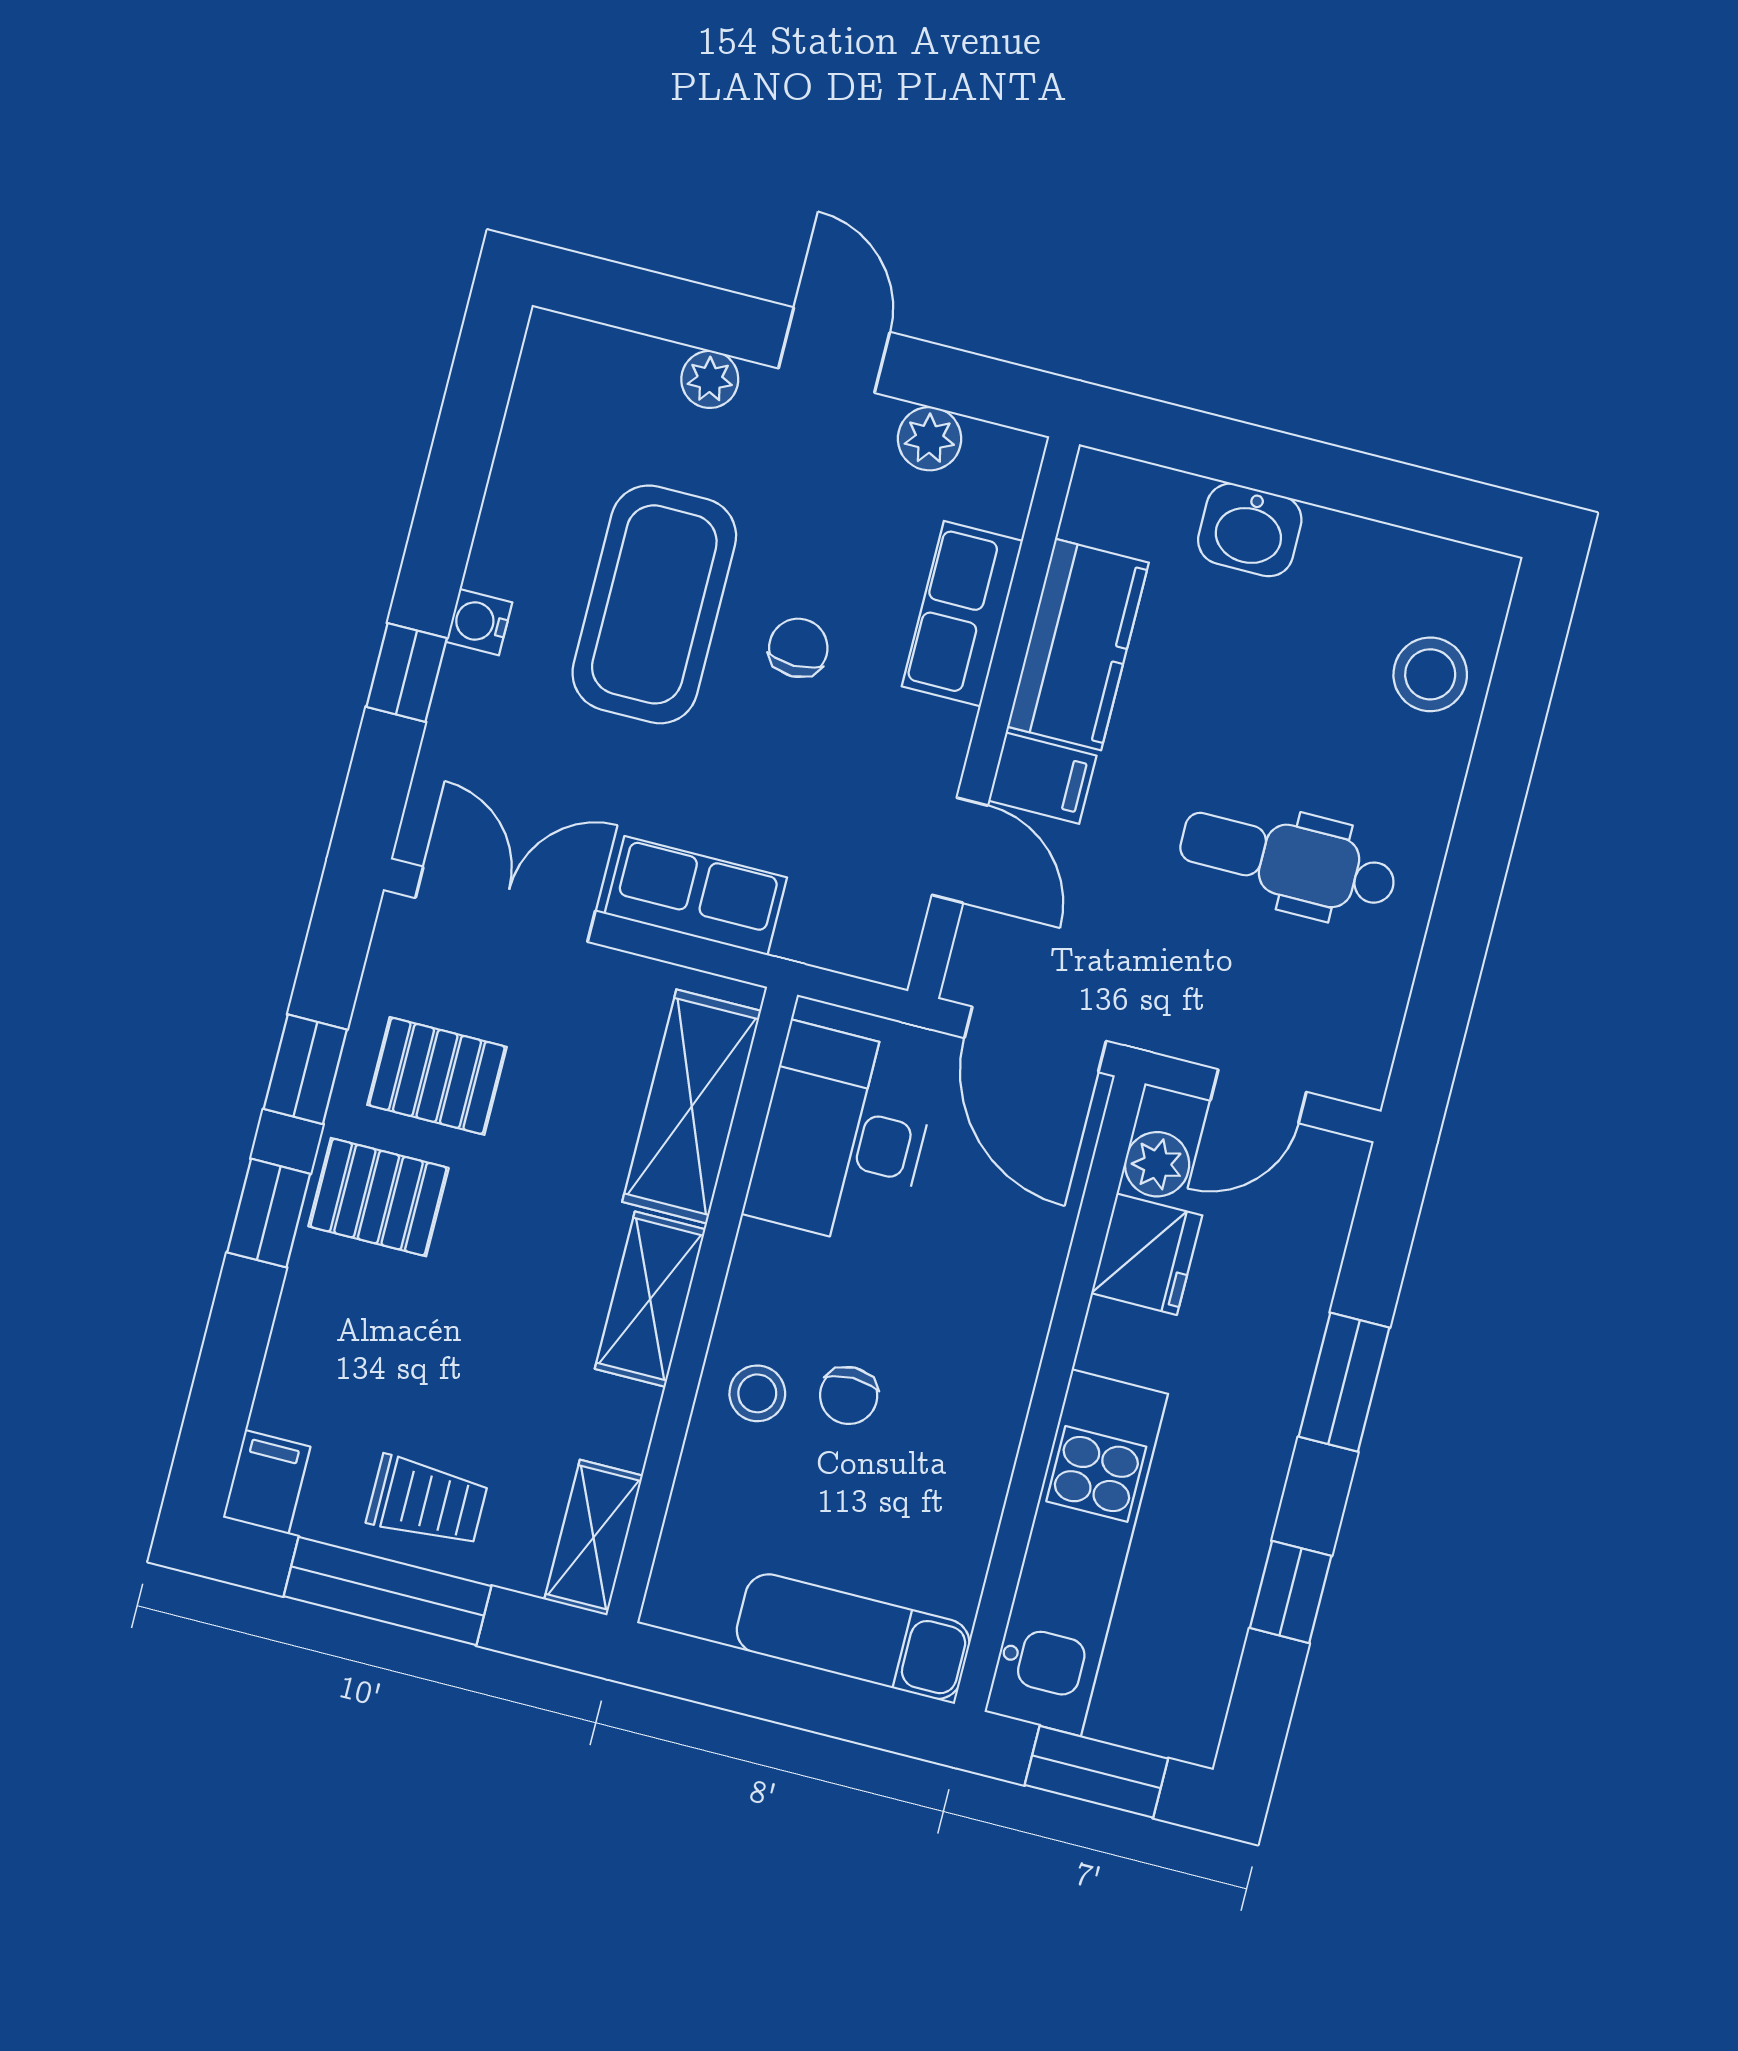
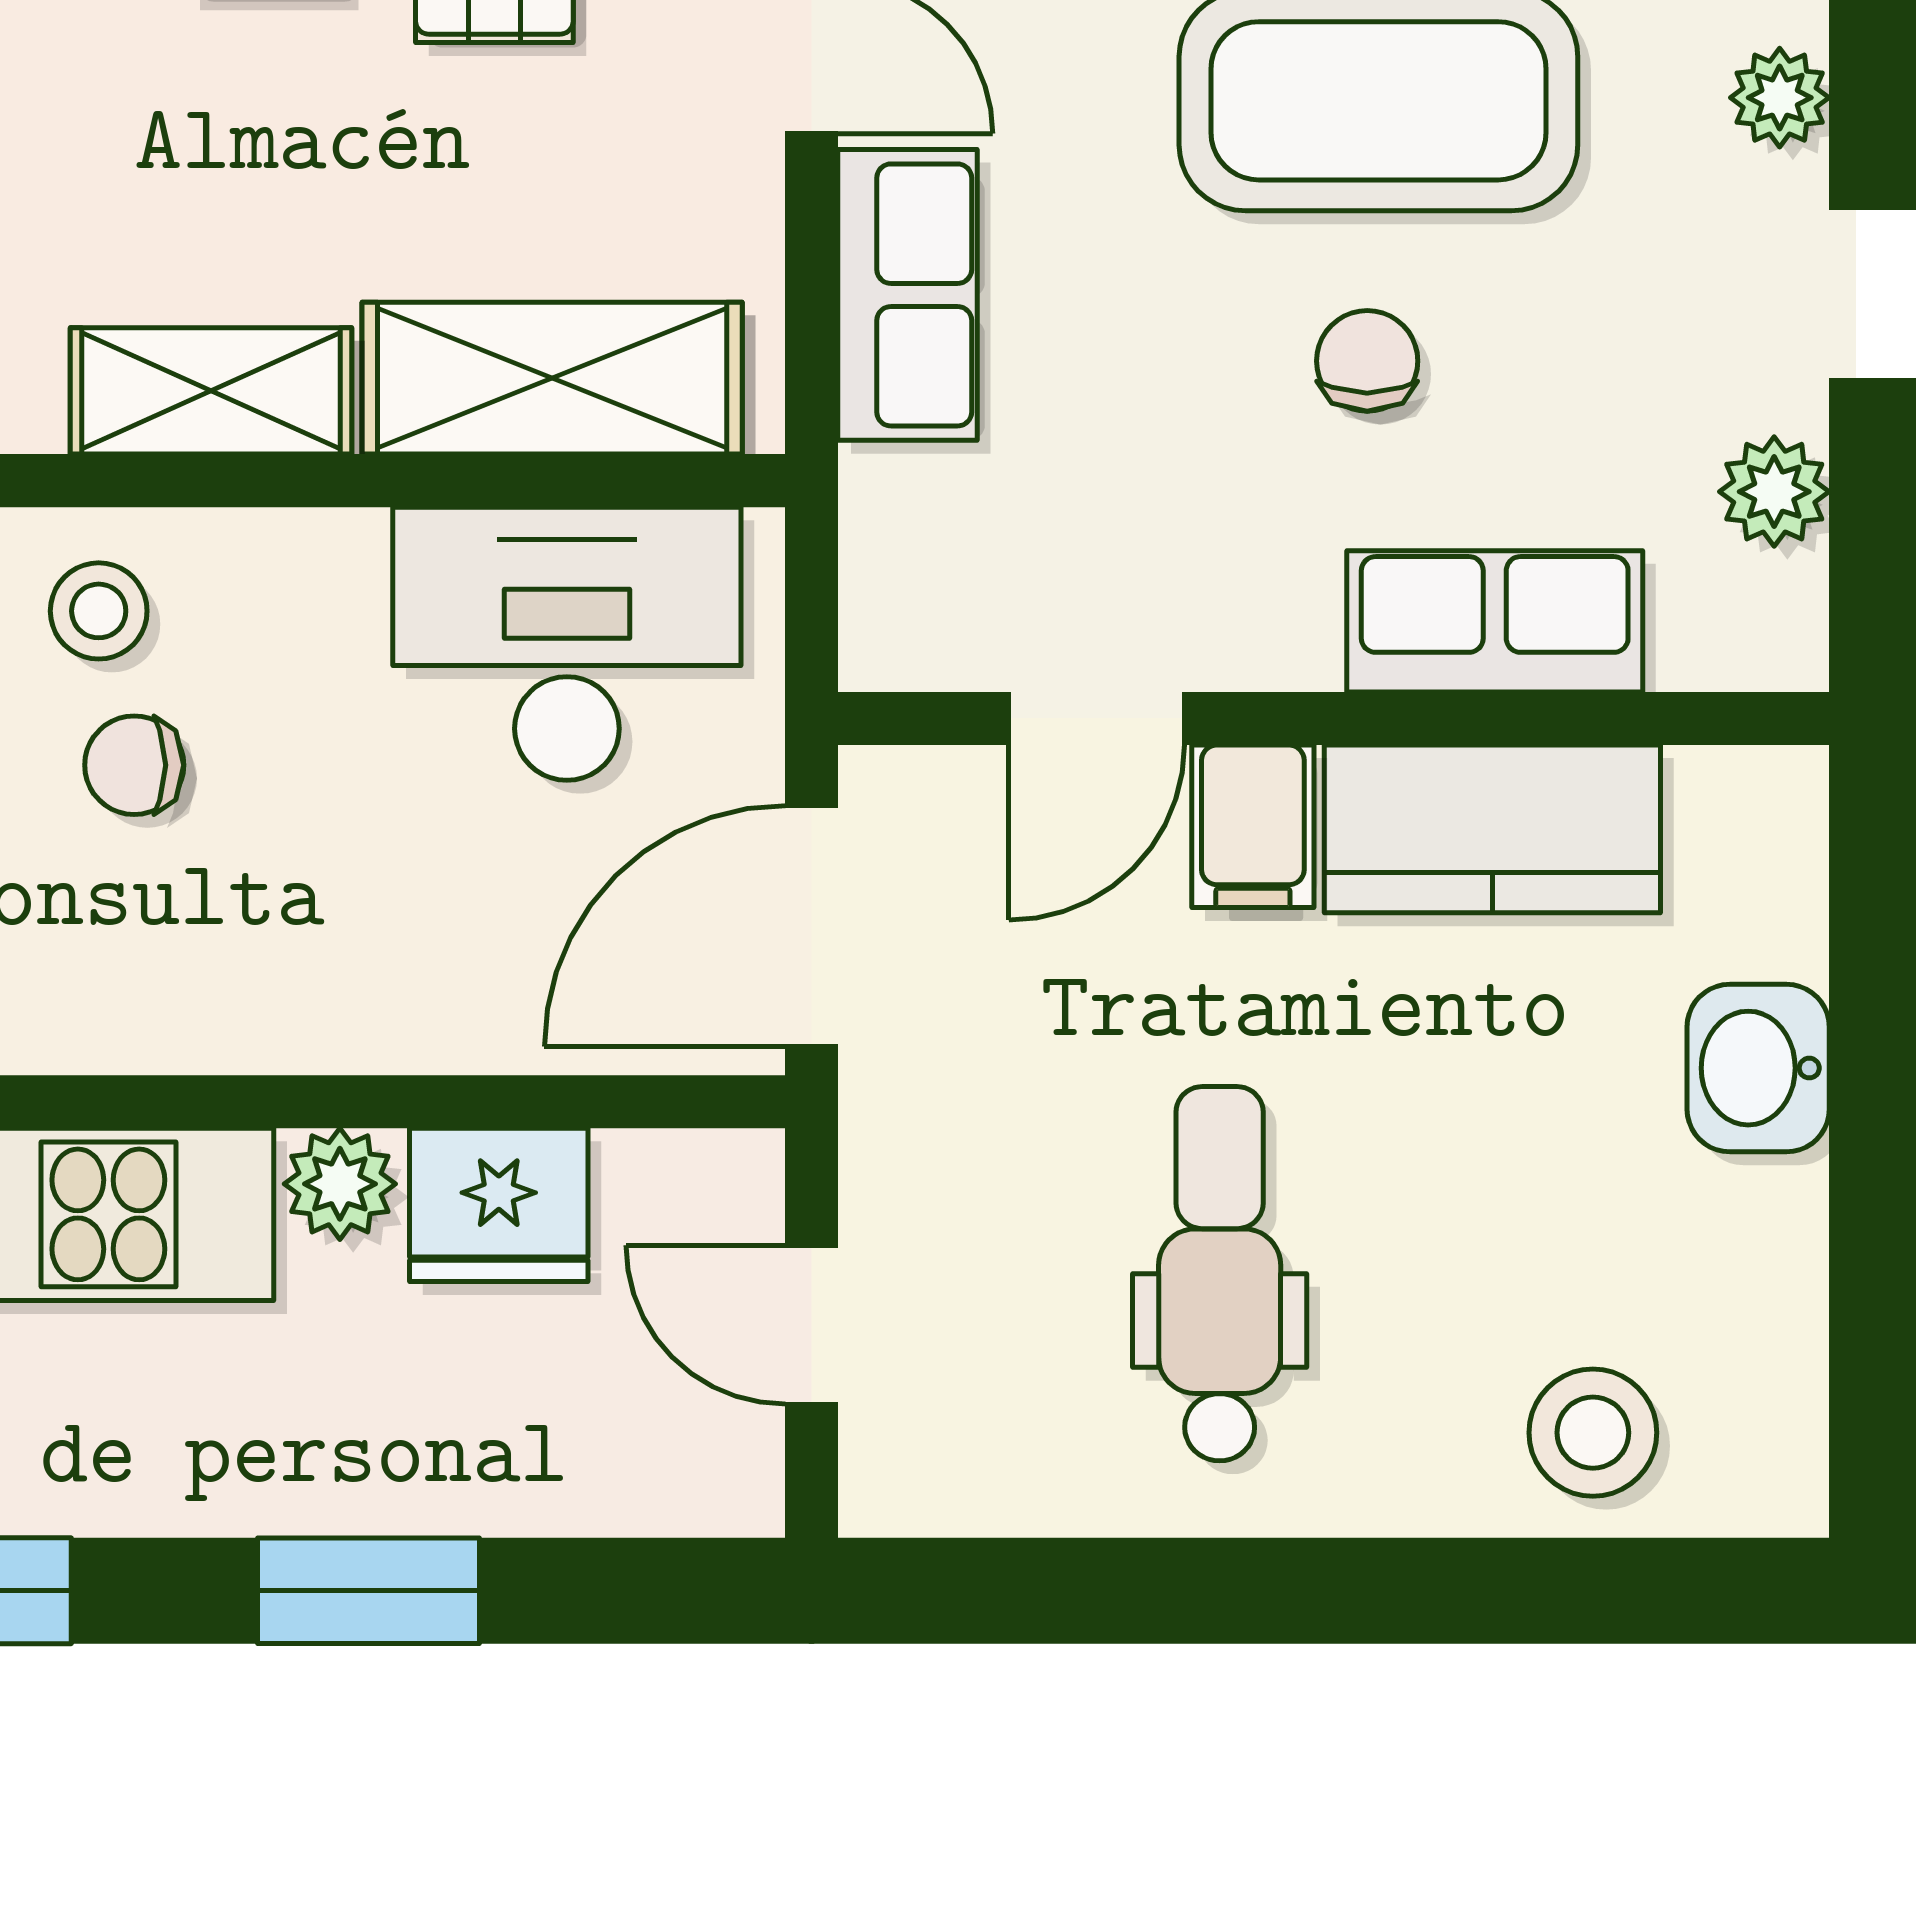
chair: (798, 648) -> (1367, 361), turned -90
plant: (1157, 1164) -> (340, 1184), moved

